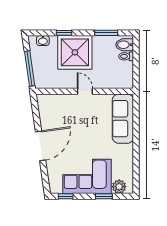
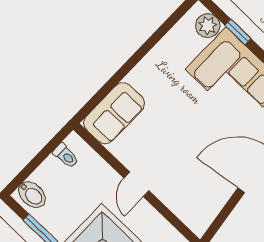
toilet: (126, 56) -> (66, 156), moved
sofa: (123, 119) -> (114, 113), width x0.73

